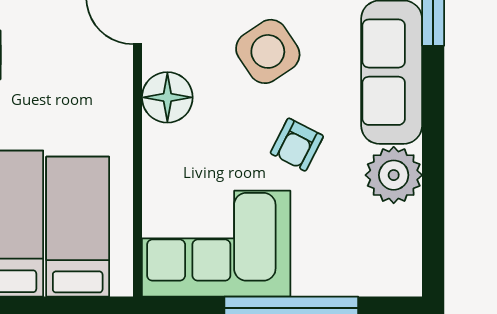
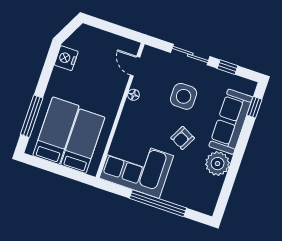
side table: (268, 51) -> (184, 96), turned 34
floor lamp: (167, 97) -> (133, 95), width x0.53, depth x0.53

